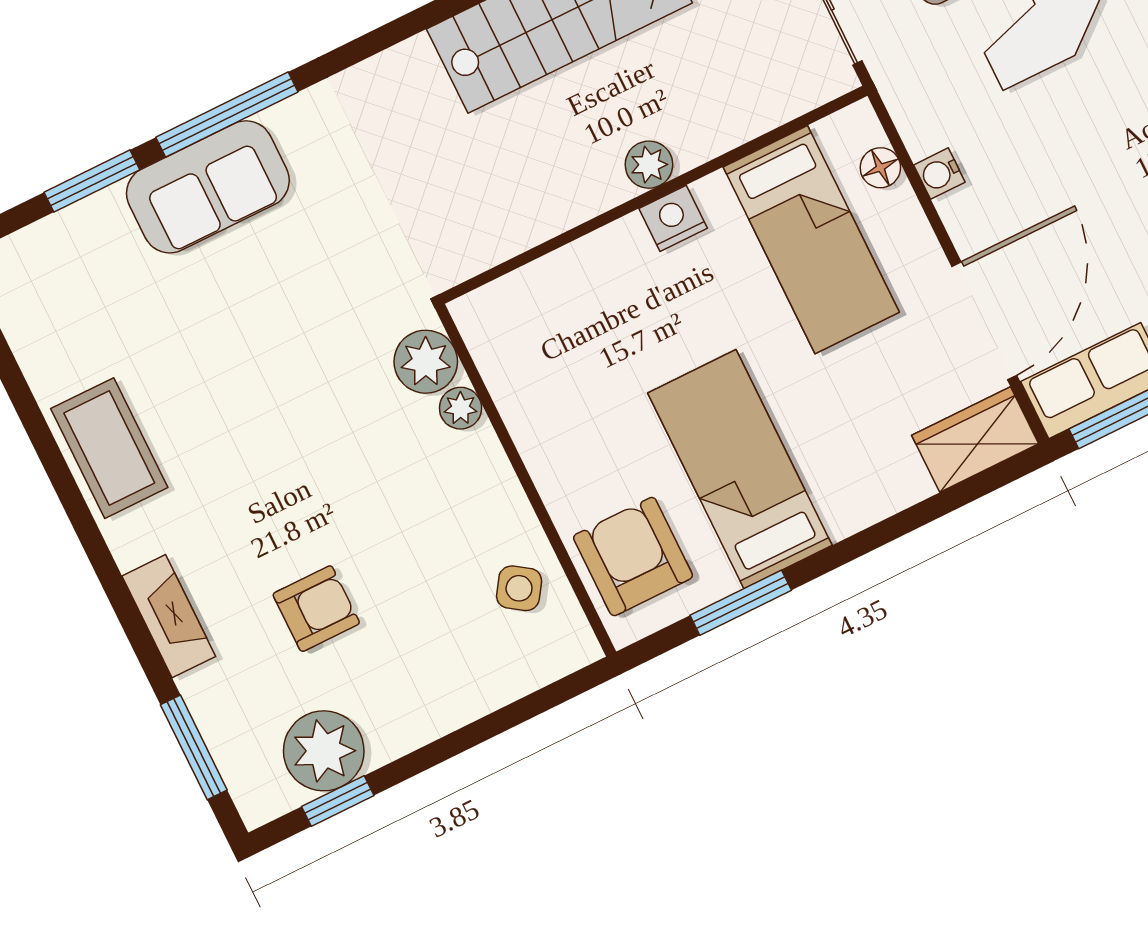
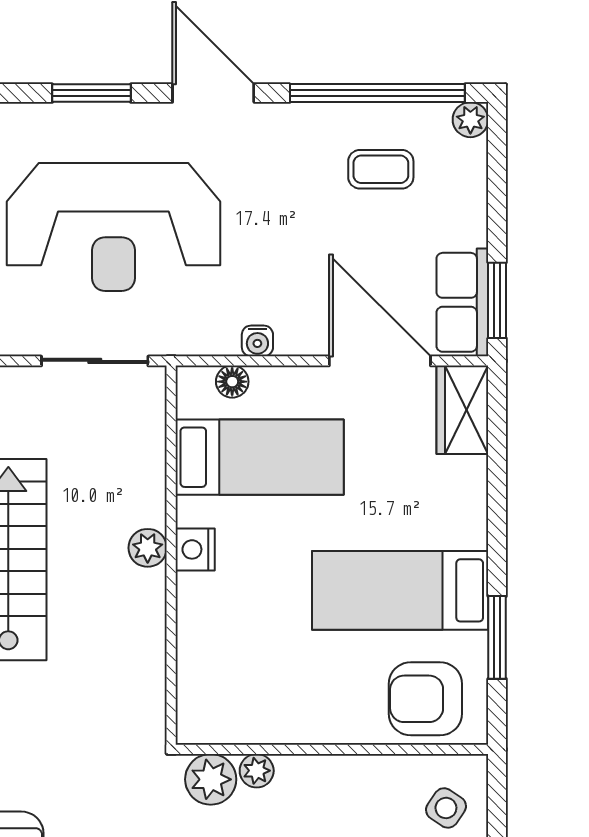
side table: (519, 588) -> (446, 808), moved

